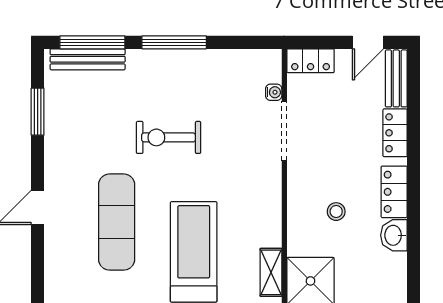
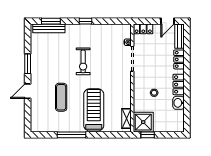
window: (92, 42) -> (51, 21), width x0.69
window: (174, 42) -> (85, 21), width x0.46
window: (38, 112) -> (28, 64), moved
exercise bike: (169, 137) -> (83, 61), turned -90
exercise mat: (117, 222) -> (61, 97), width x0.73, depth x0.69

